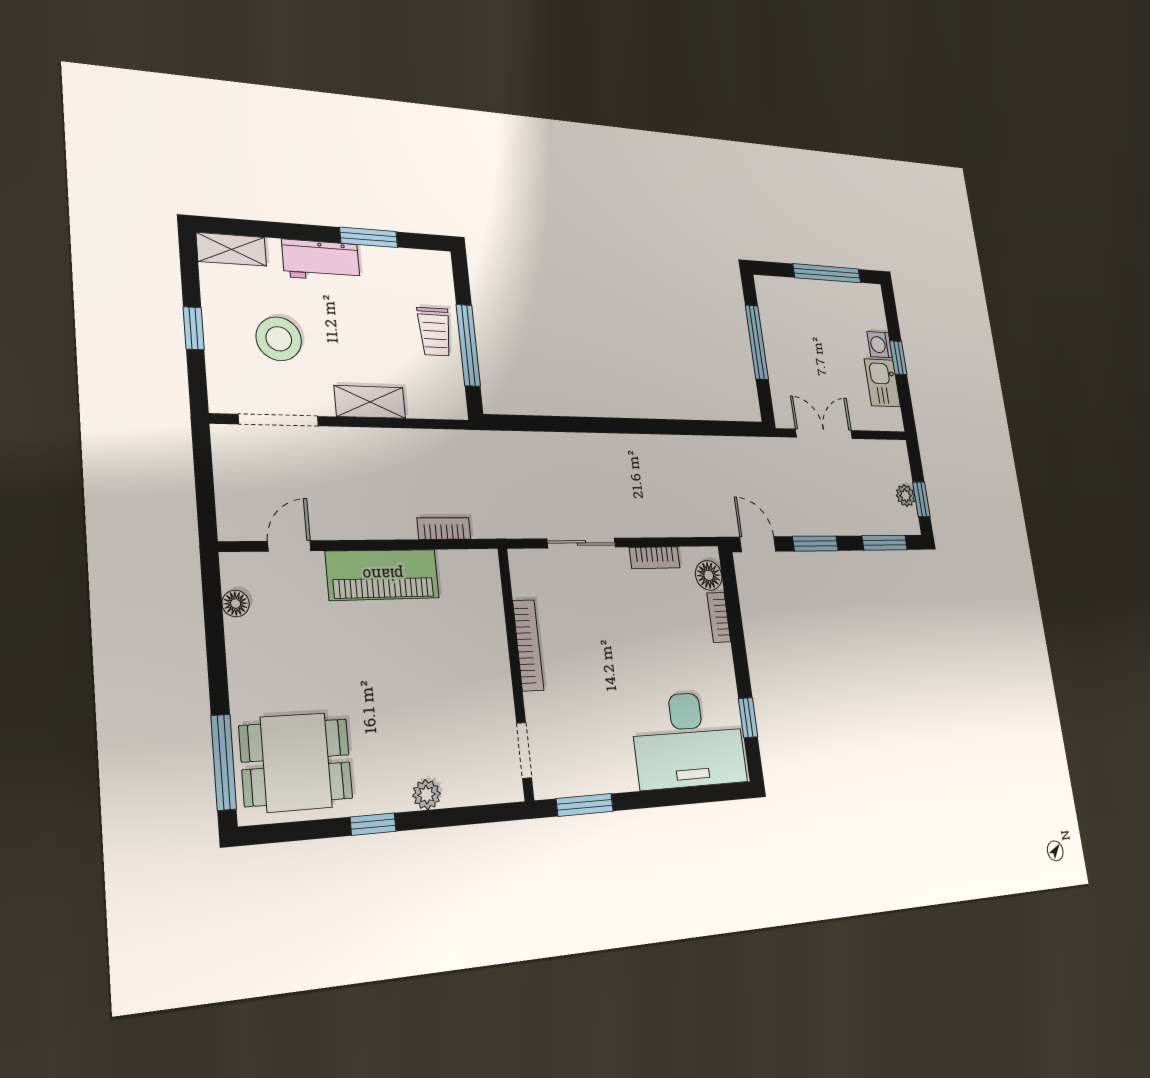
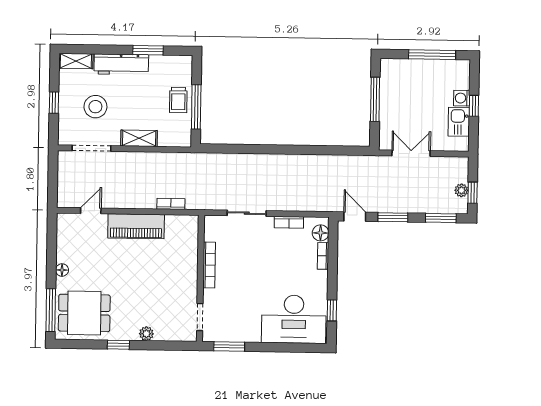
workbench: (321, 260) -> (121, 64), width x1.38
floor lamp: (236, 604) -> (62, 270), moved

